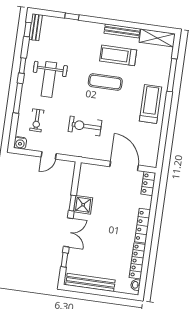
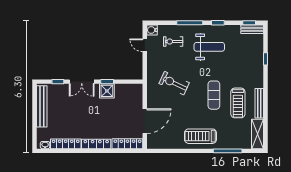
treadmill: (118, 55) -> (238, 103), turned 180
weight bench: (49, 79) -> (209, 47), turned 180
treadmill: (151, 104) -> (201, 136), turned 180
exercise bike: (85, 126) -> (174, 83), turned -65
door: (49, 155) -> (145, 45), moved
locker: (148, 184) -> (127, 144), width x1.53

